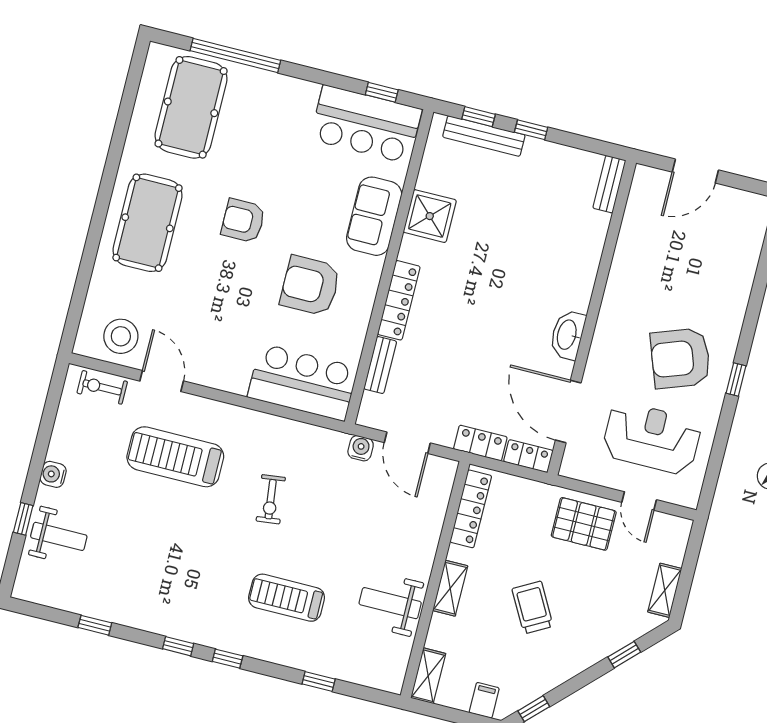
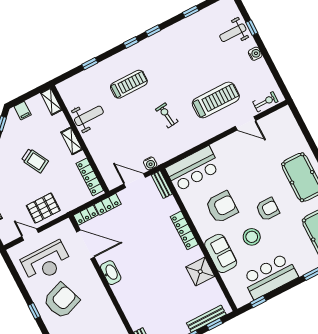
bar counter: (366, 124) -> (270, 276), moved
stool: (121, 336) -> (252, 237), moved
bench: (380, 365) -> (162, 184), moved

